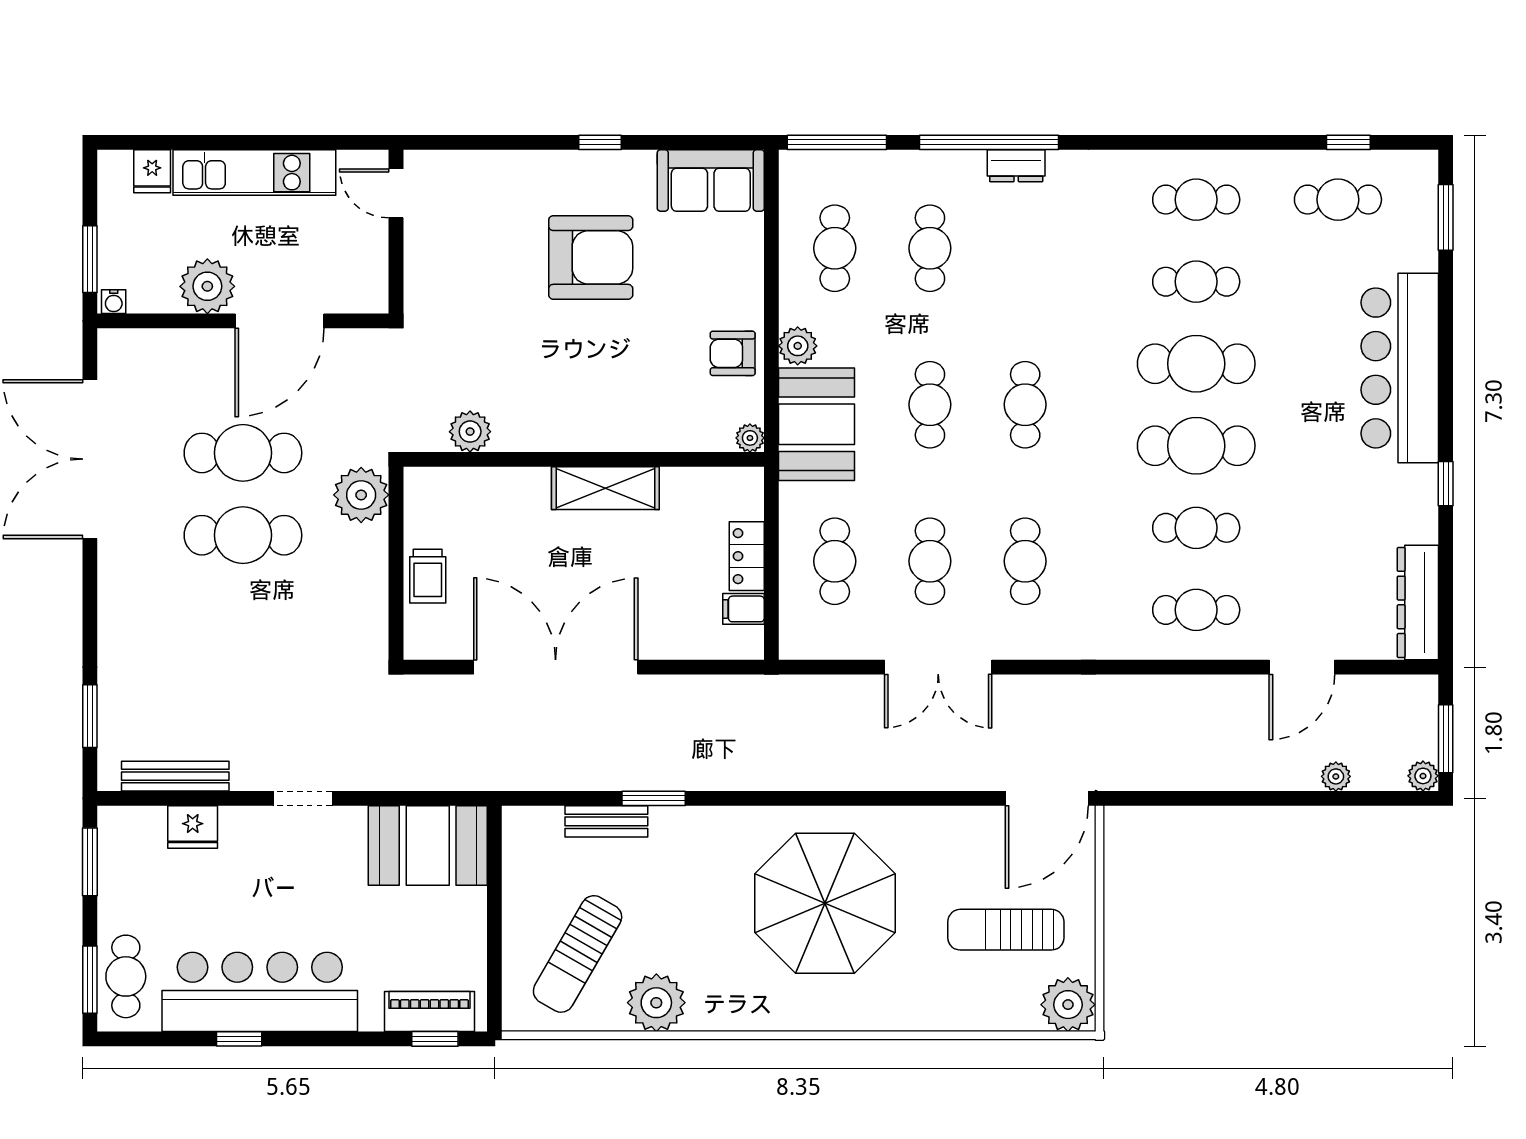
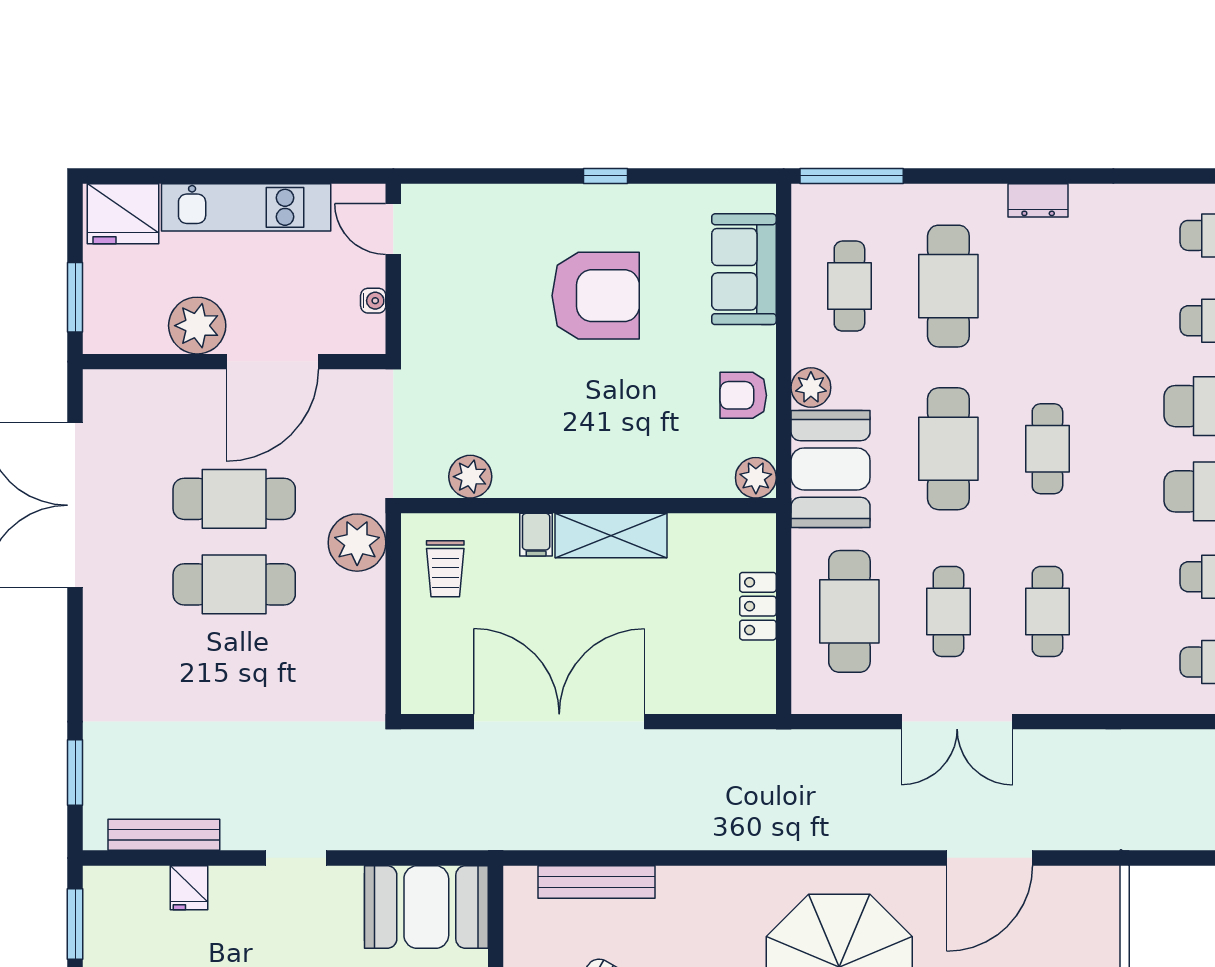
window: (989, 142) -> (1010, 176), removed
fridge: (152, 171) -> (123, 214), width x1.88, depth x1.34
sofa: (711, 180) -> (744, 269), moved, turned 90
cafe table: (930, 248) -> (948, 286), width x1.37, depth x1.35
water cooler: (114, 302) -> (373, 301), moved, turned -90
cafe table: (930, 405) -> (948, 449), width x1.37, depth x1.35
plant: (750, 438) -> (756, 478), width x1.38, depth x1.38
cafe table: (835, 561) -> (849, 611), width x1.37, depth x1.35
trolley: (428, 576) -> (445, 569), moved
filing cabinet: (743, 609) -> (536, 535), moved, turned -90
window: (654, 798) -> (661, 858), removed
door: (1047, 798) -> (990, 858), moved
bench: (606, 821) -> (596, 882), width x1.36
fridge: (193, 827) -> (189, 888), width x0.72

